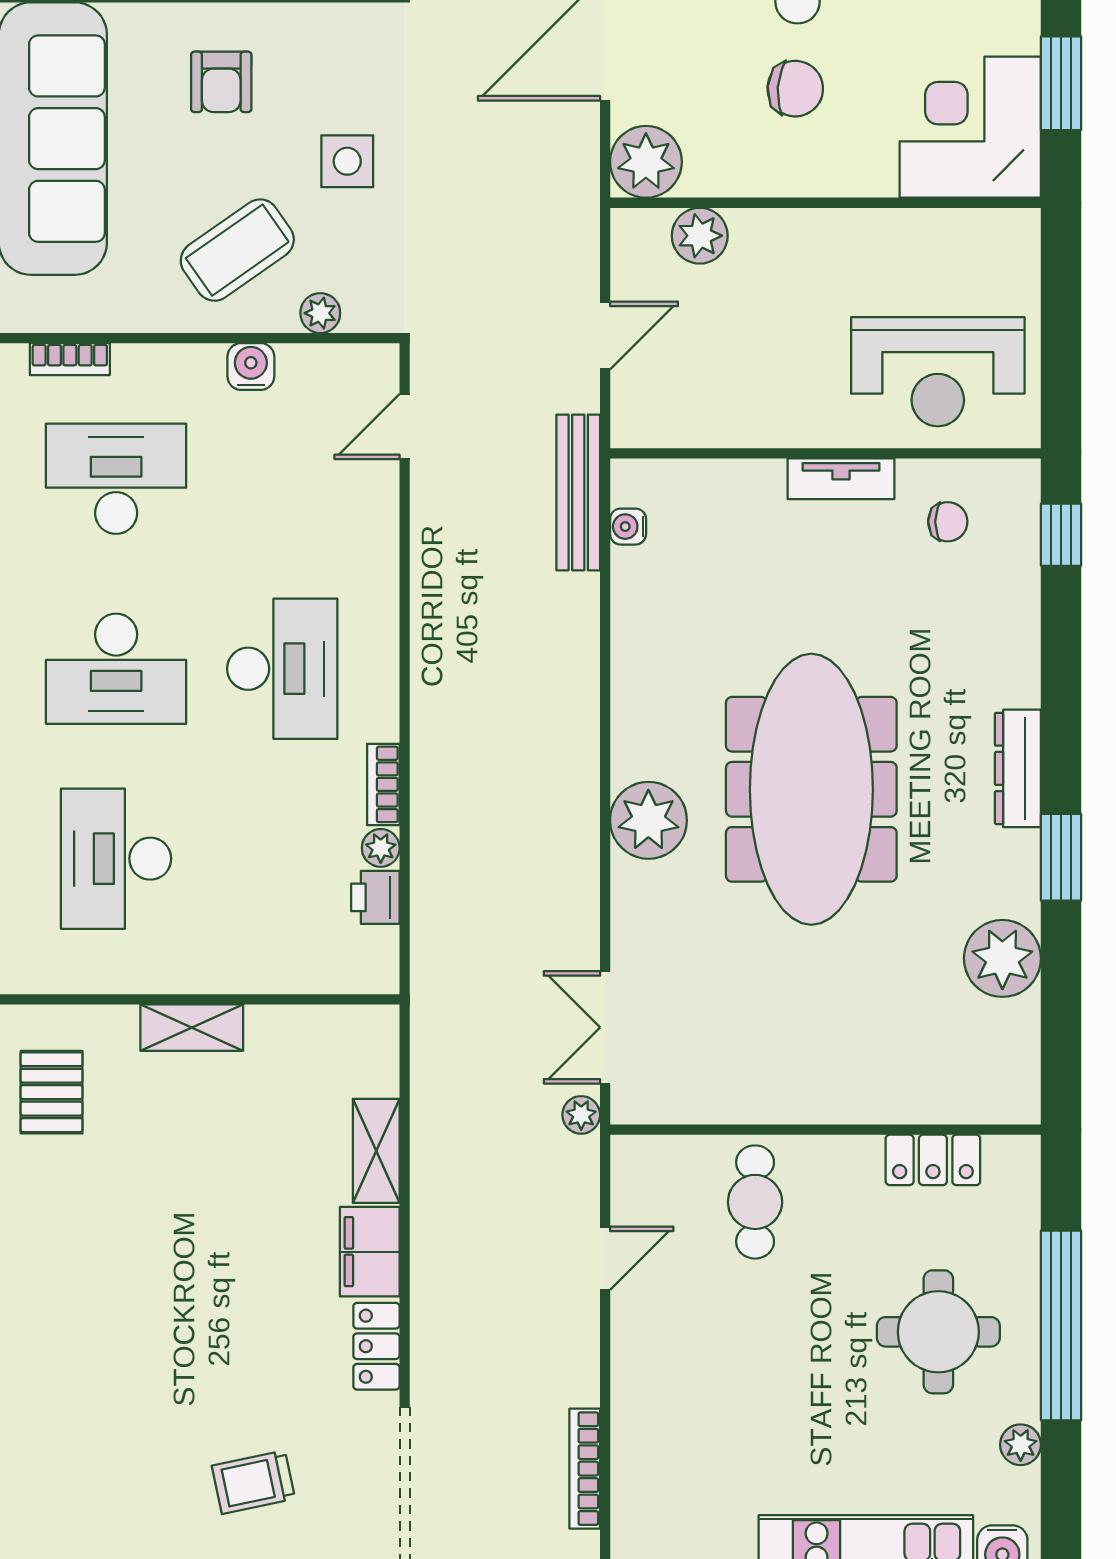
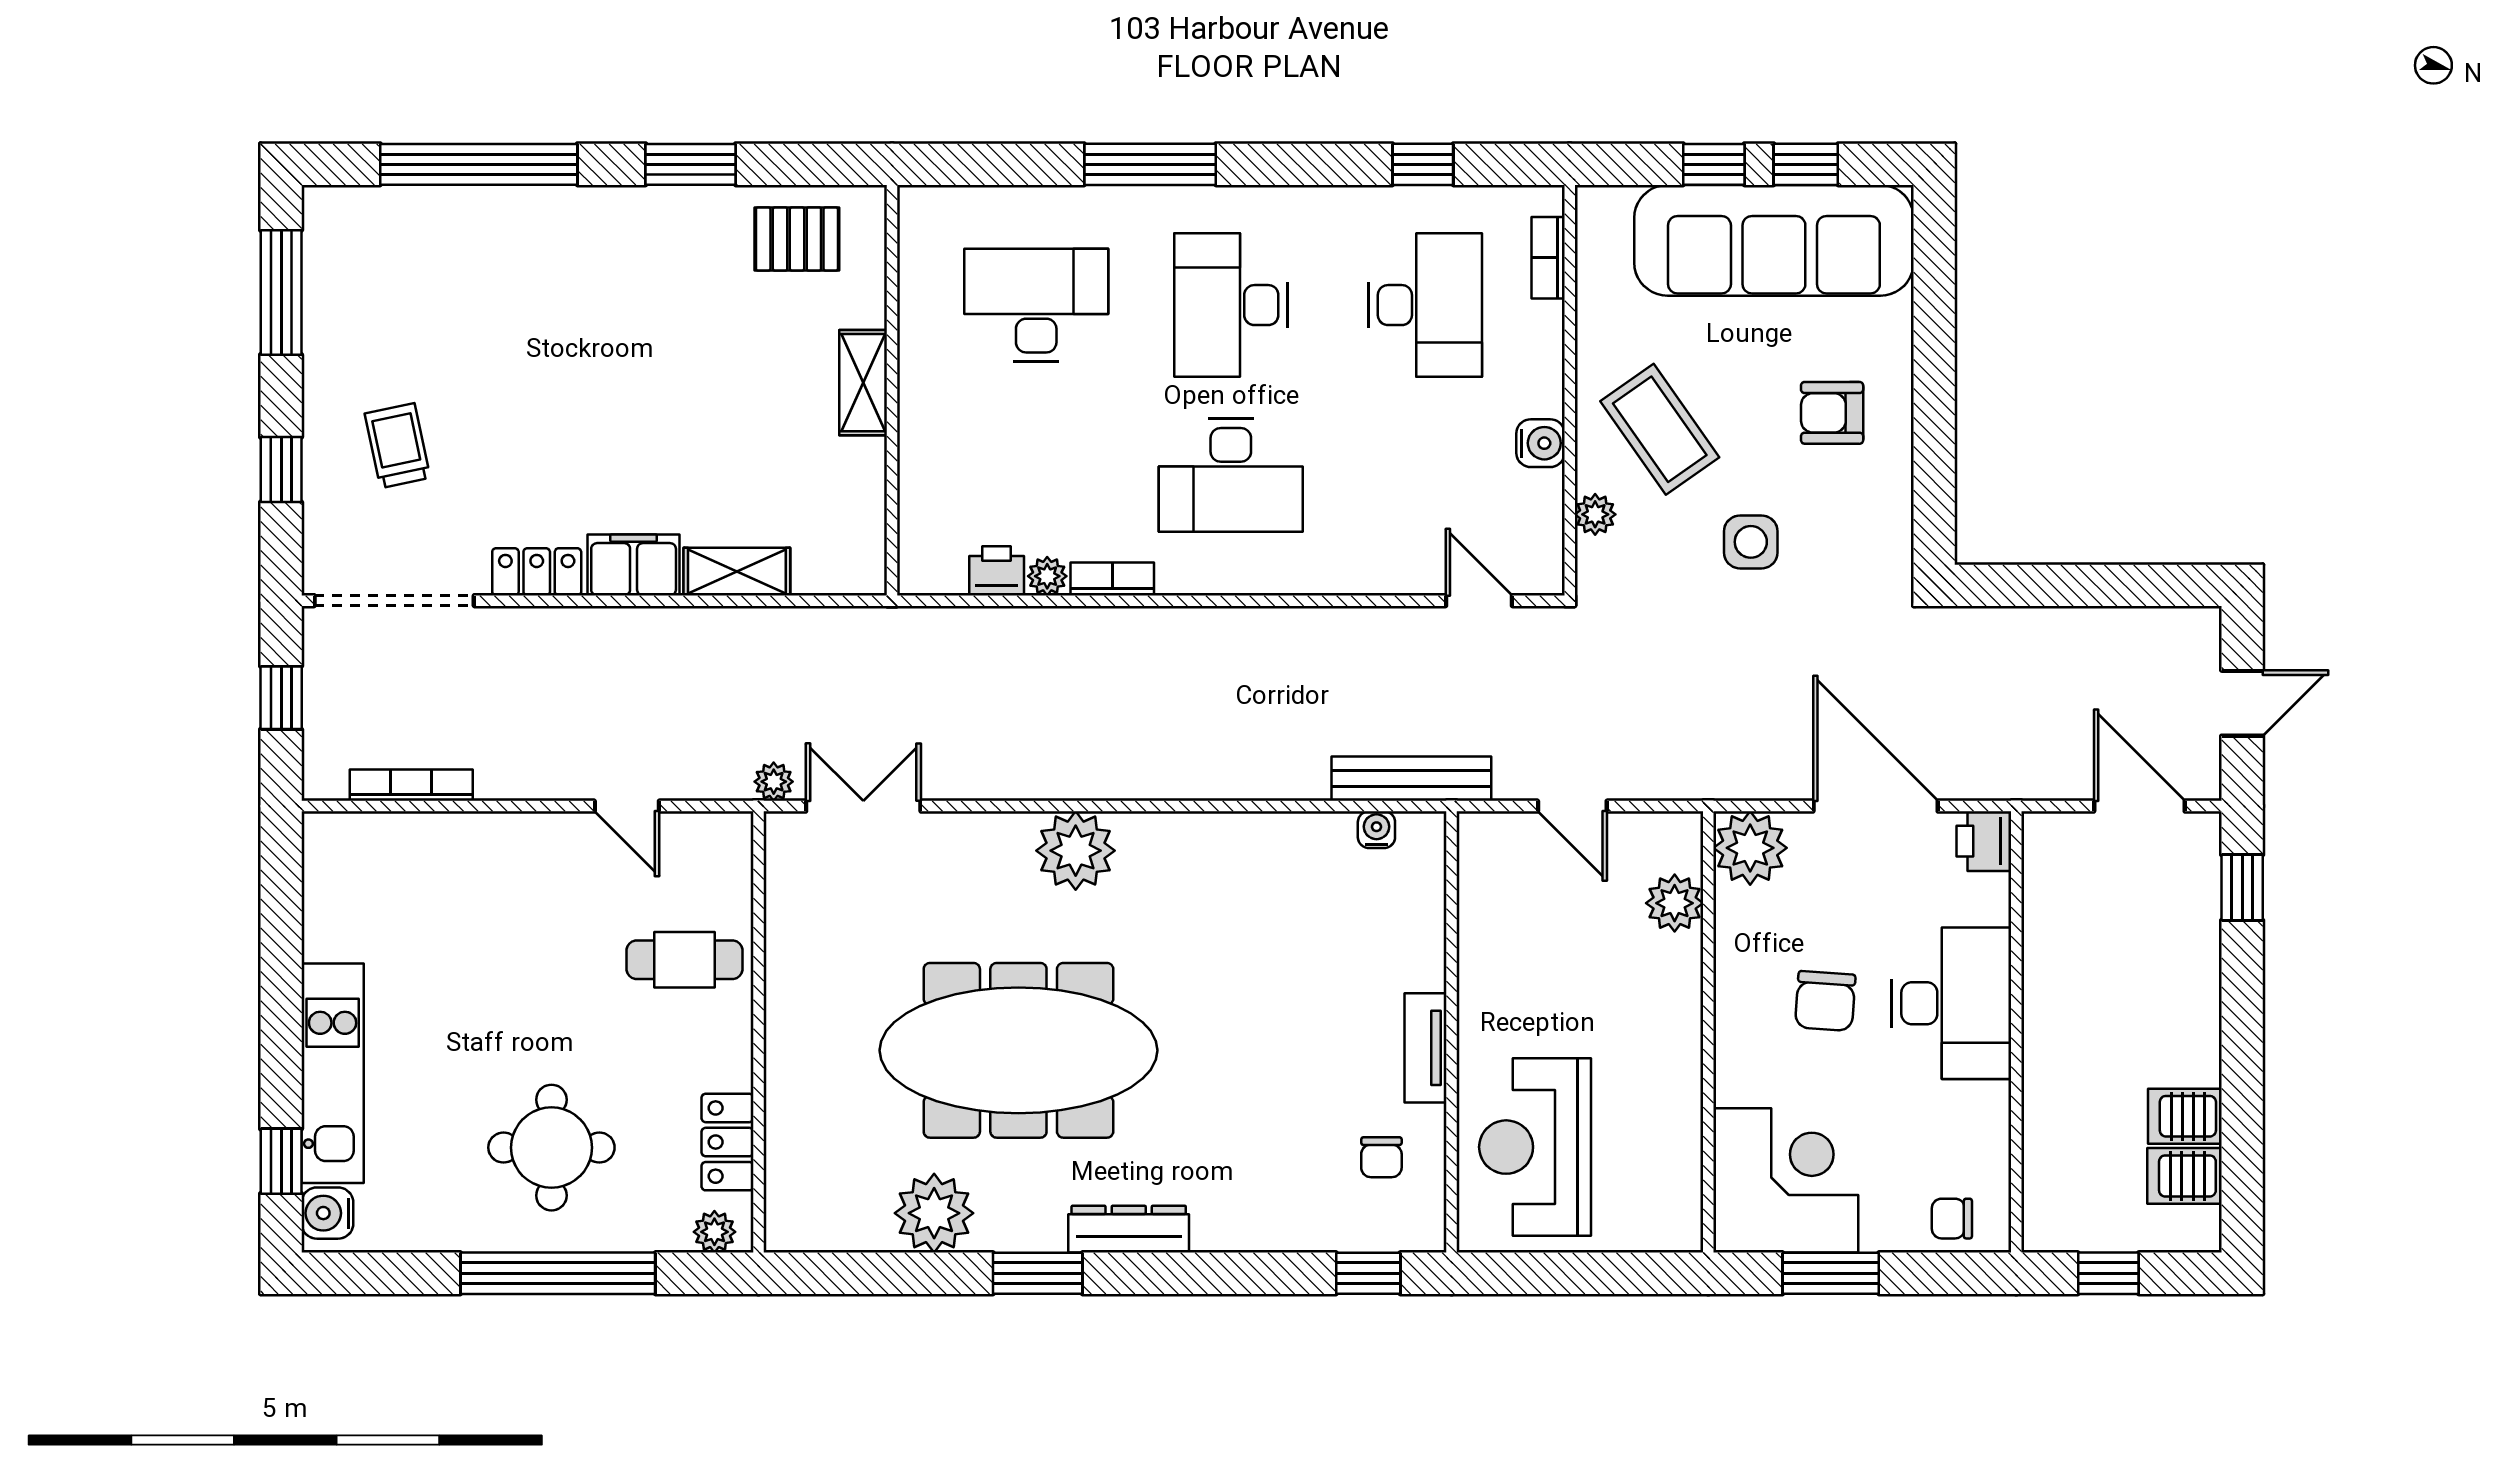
meeting table: (811, 789) -> (1018, 1050), moved
plant: (1021, 1445) -> (714, 1232), moved

